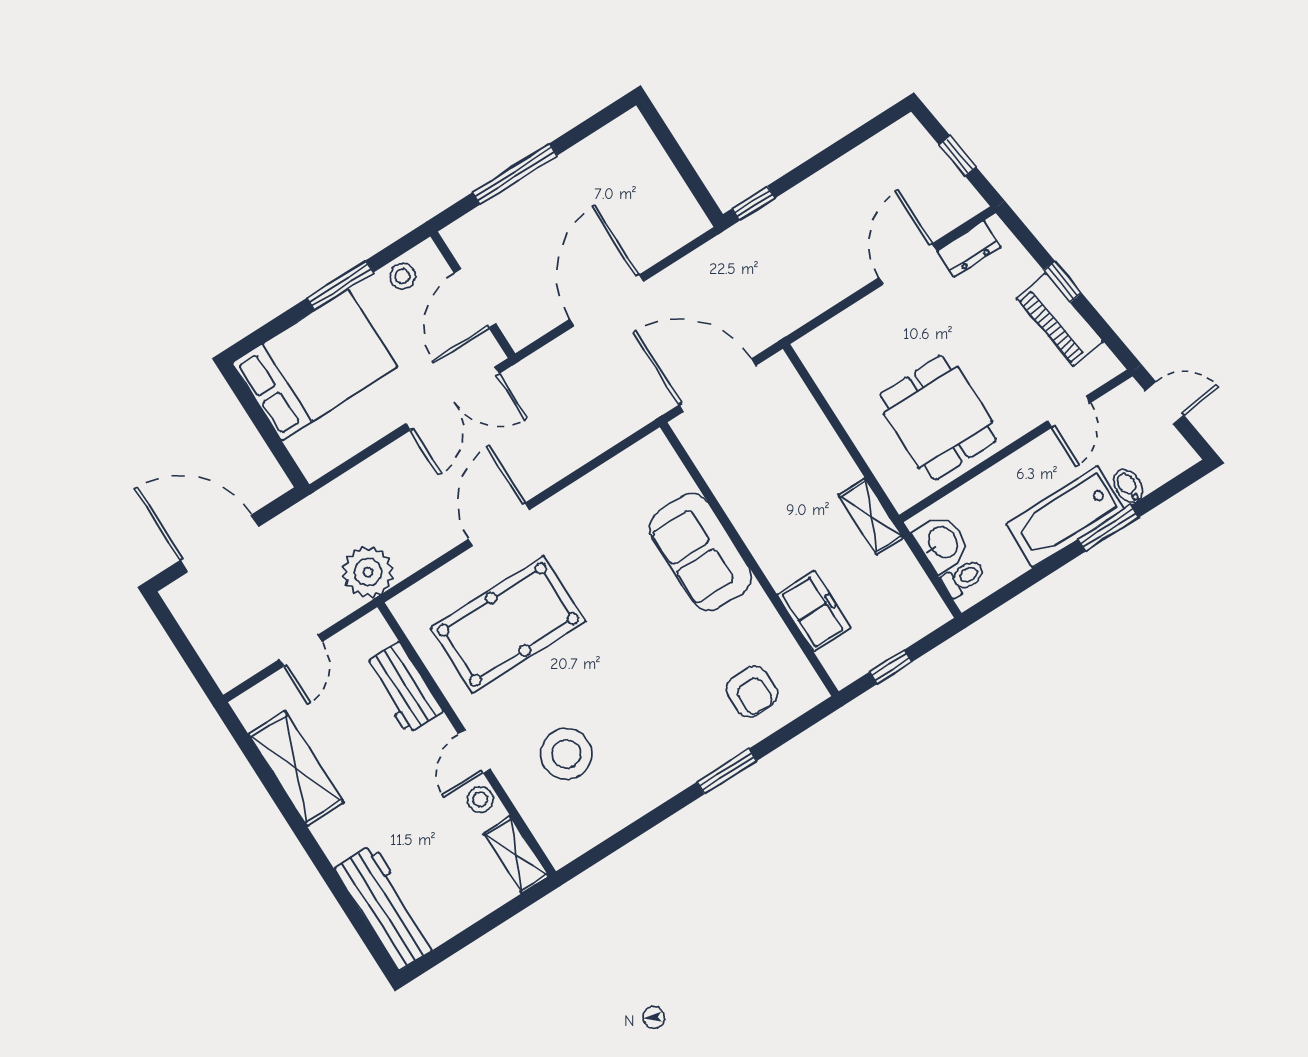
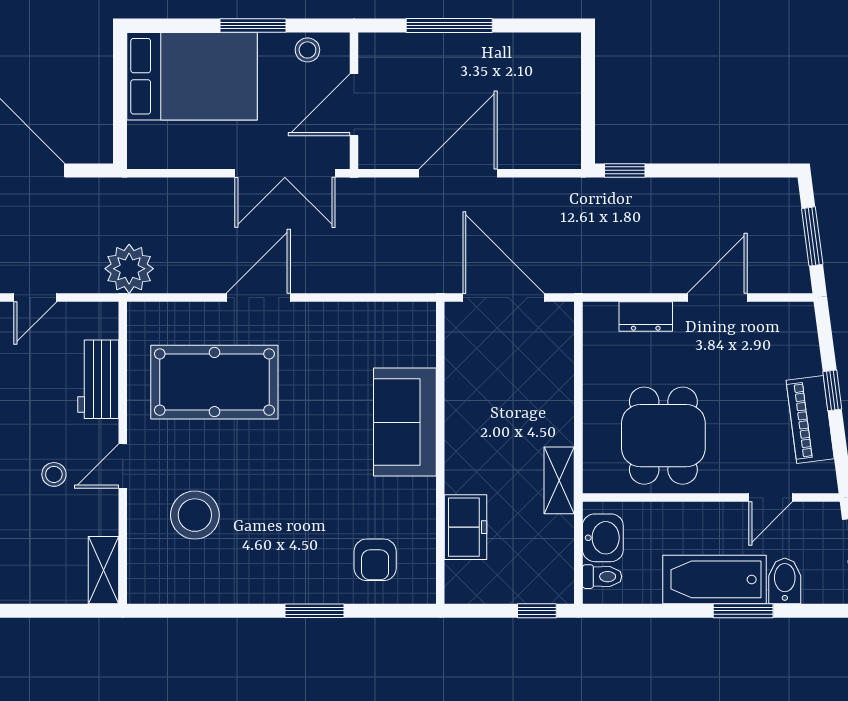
window: (958, 156) -> (812, 236), width x1.50
dresser: (969, 249) -> (646, 317), moved
bidet: (1128, 486) -> (785, 581), width x1.38, depth x1.36
window: (891, 667) -> (537, 611), moved
stool: (480, 799) -> (54, 474), moved

